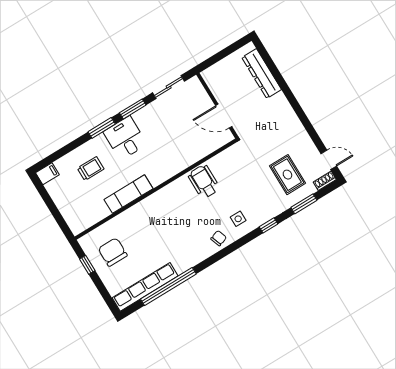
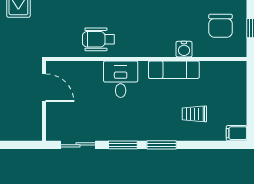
desk: (125, 138) -> (121, 79), moved, turned 180
wheelchair: (204, 182) -> (98, 39), turned 90
water cooler: (131, 215) -> (184, 49), added

